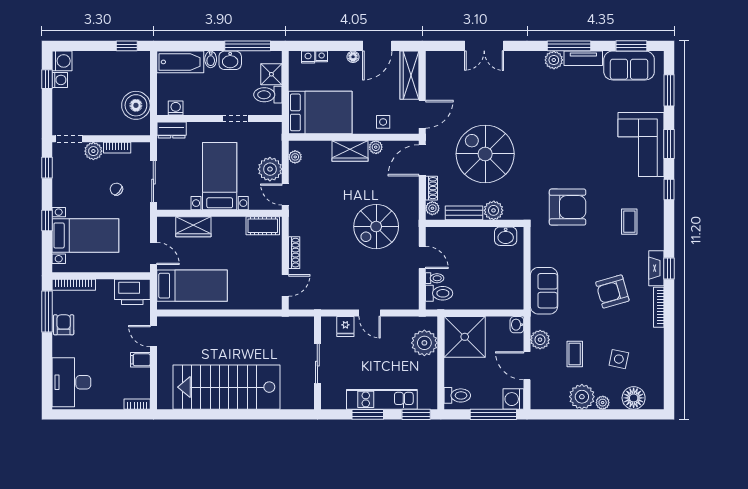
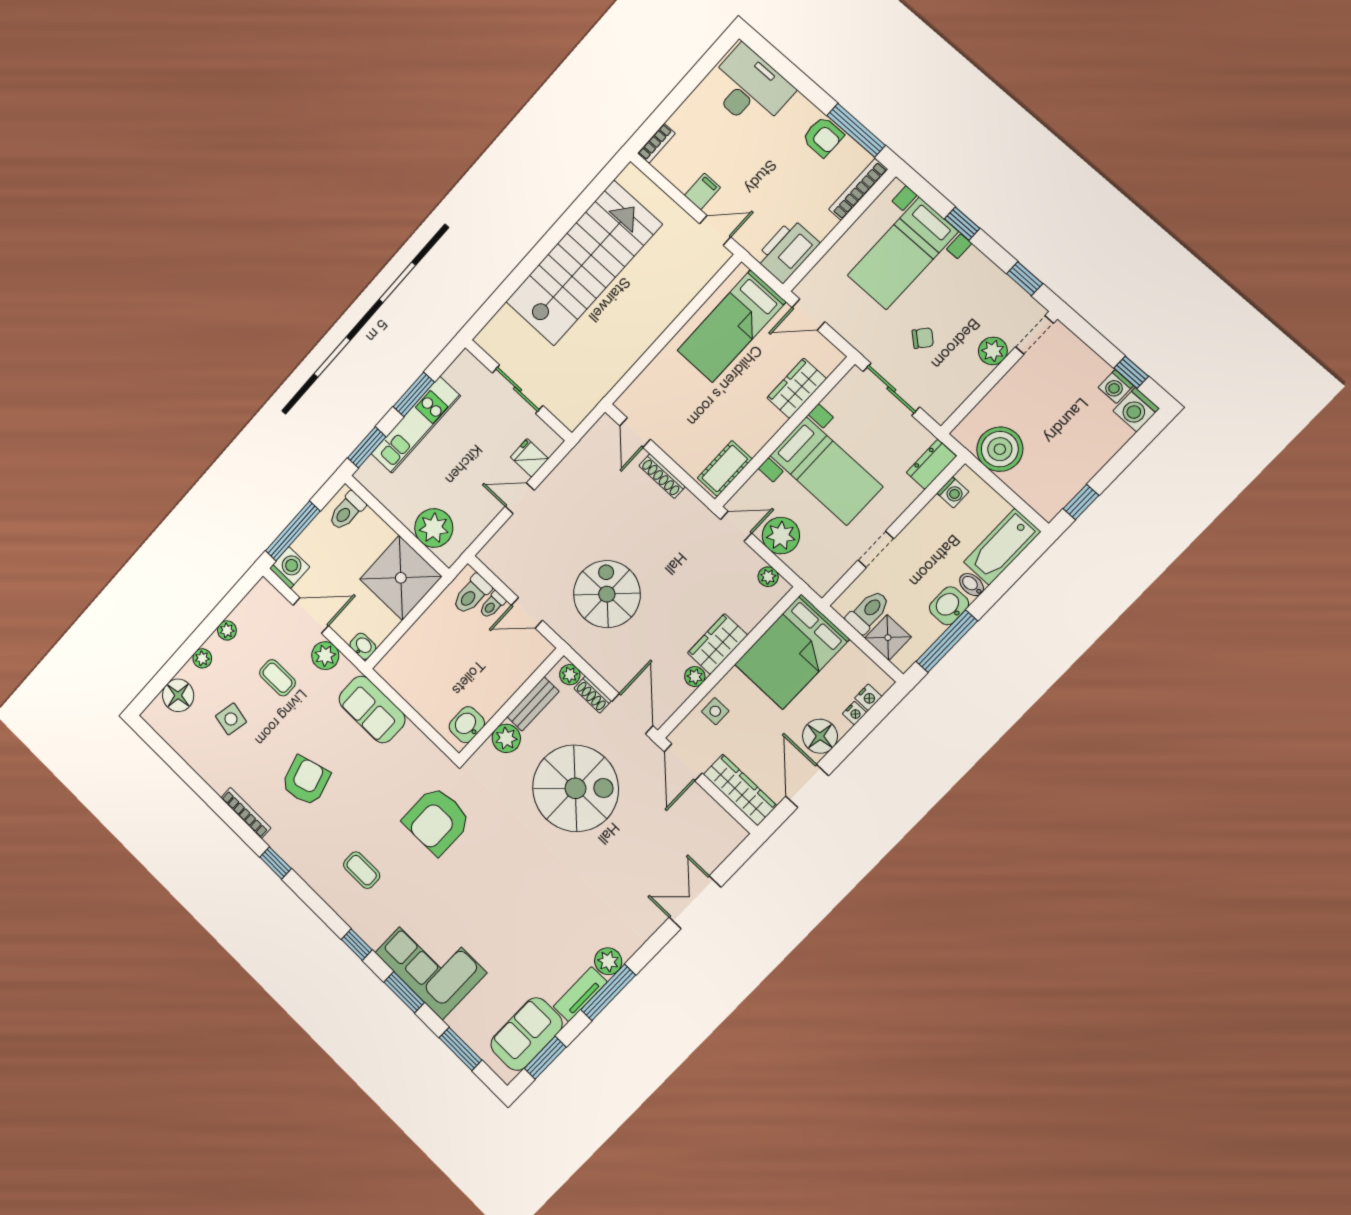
floor lamp: (353, 57) -> (820, 736), width x1.89, depth x1.89
bookcase: (117, 148) -> (971, 382), removed
fireplace: (656, 268) -> (288, 850), removed
plant: (582, 397) -> (227, 630), width x0.53, depth x0.53

